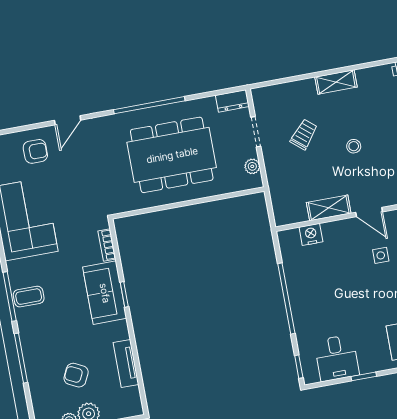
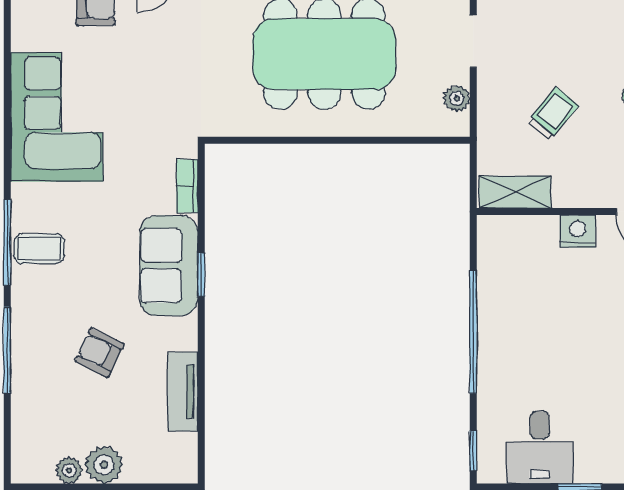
trolley: (304, 134) -> (553, 114), moved
shelving: (329, 208) -> (515, 192), moved
nightstand: (311, 234) -> (578, 231), moved
armchair: (76, 375) -> (99, 353), moved

